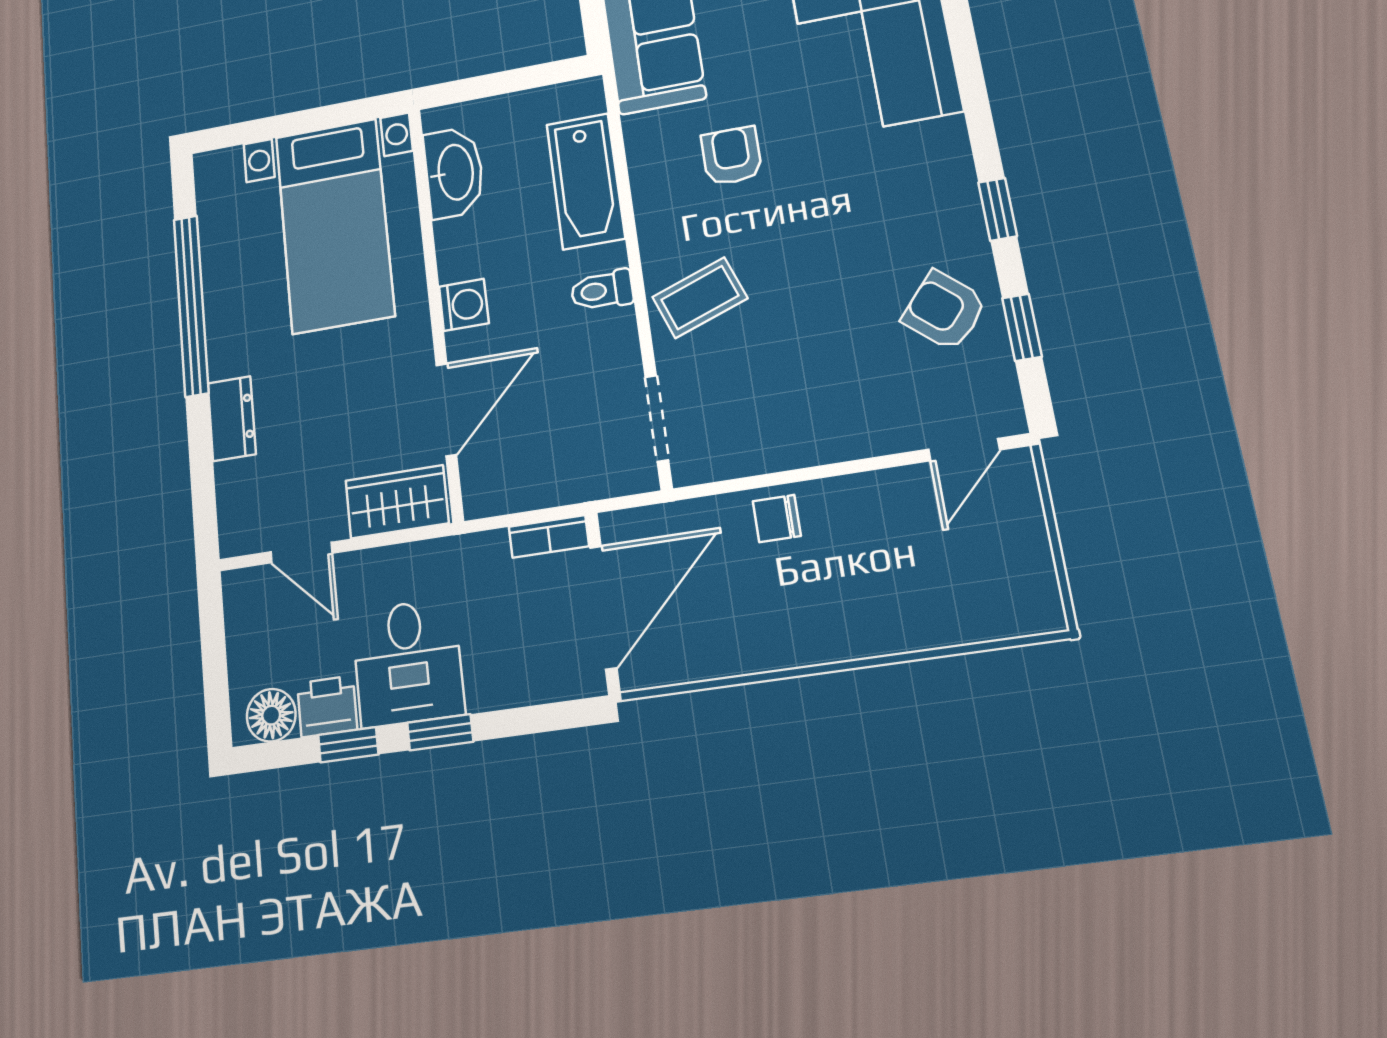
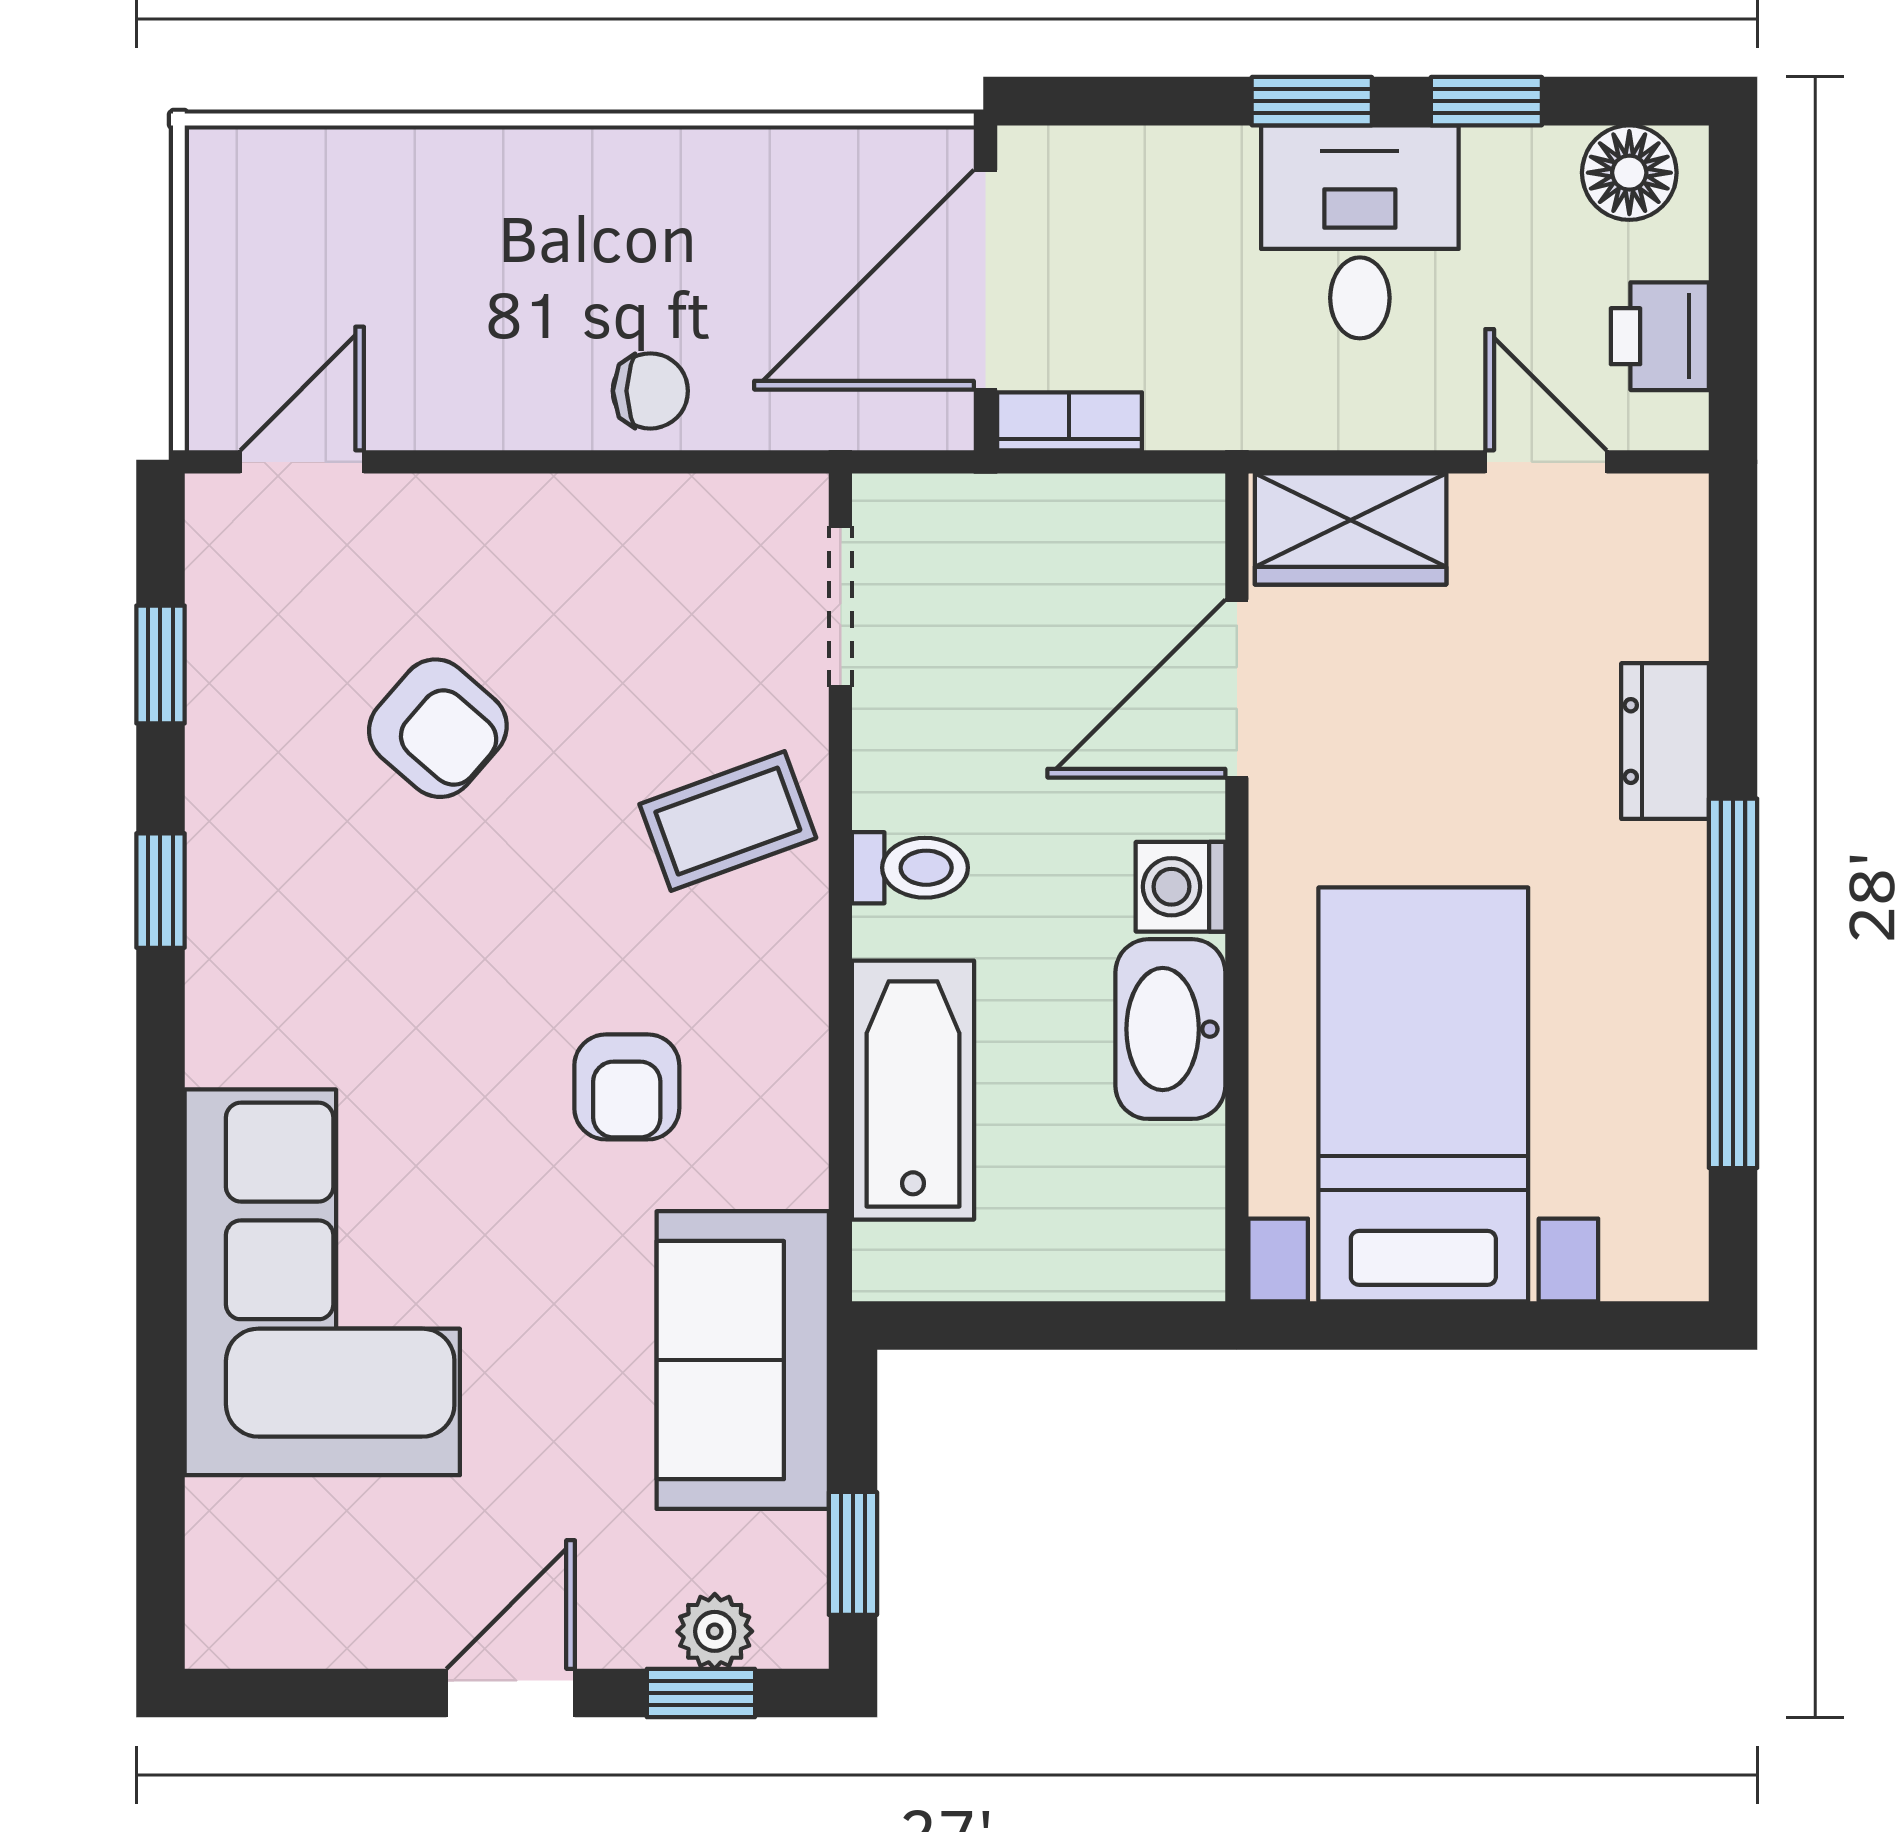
washbasin: (454, 172) -> (1170, 1029), moved
armchair: (944, 311) -> (438, 728), moved
printer: (327, 706) -> (1660, 336), moved, turned 90

